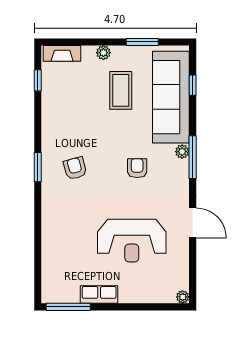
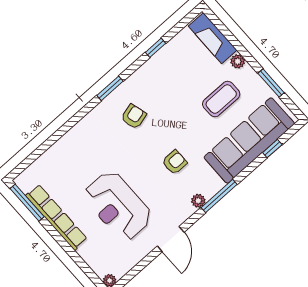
fireplace: (62, 53) -> (213, 38), width x1.37, depth x1.32
window: (38, 80) -> (155, 48), moved
plant: (182, 152) -> (198, 201), moved
row of seats: (99, 295) -> (56, 217), width x2.02

